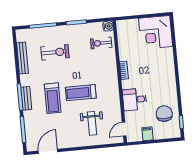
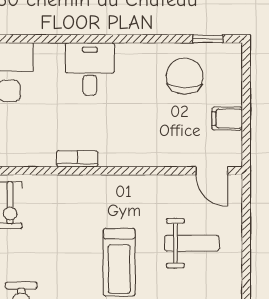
desk: (135, 100) -> (90, 69), moved, turned 180
chair: (164, 114) -> (185, 76), turned 90

